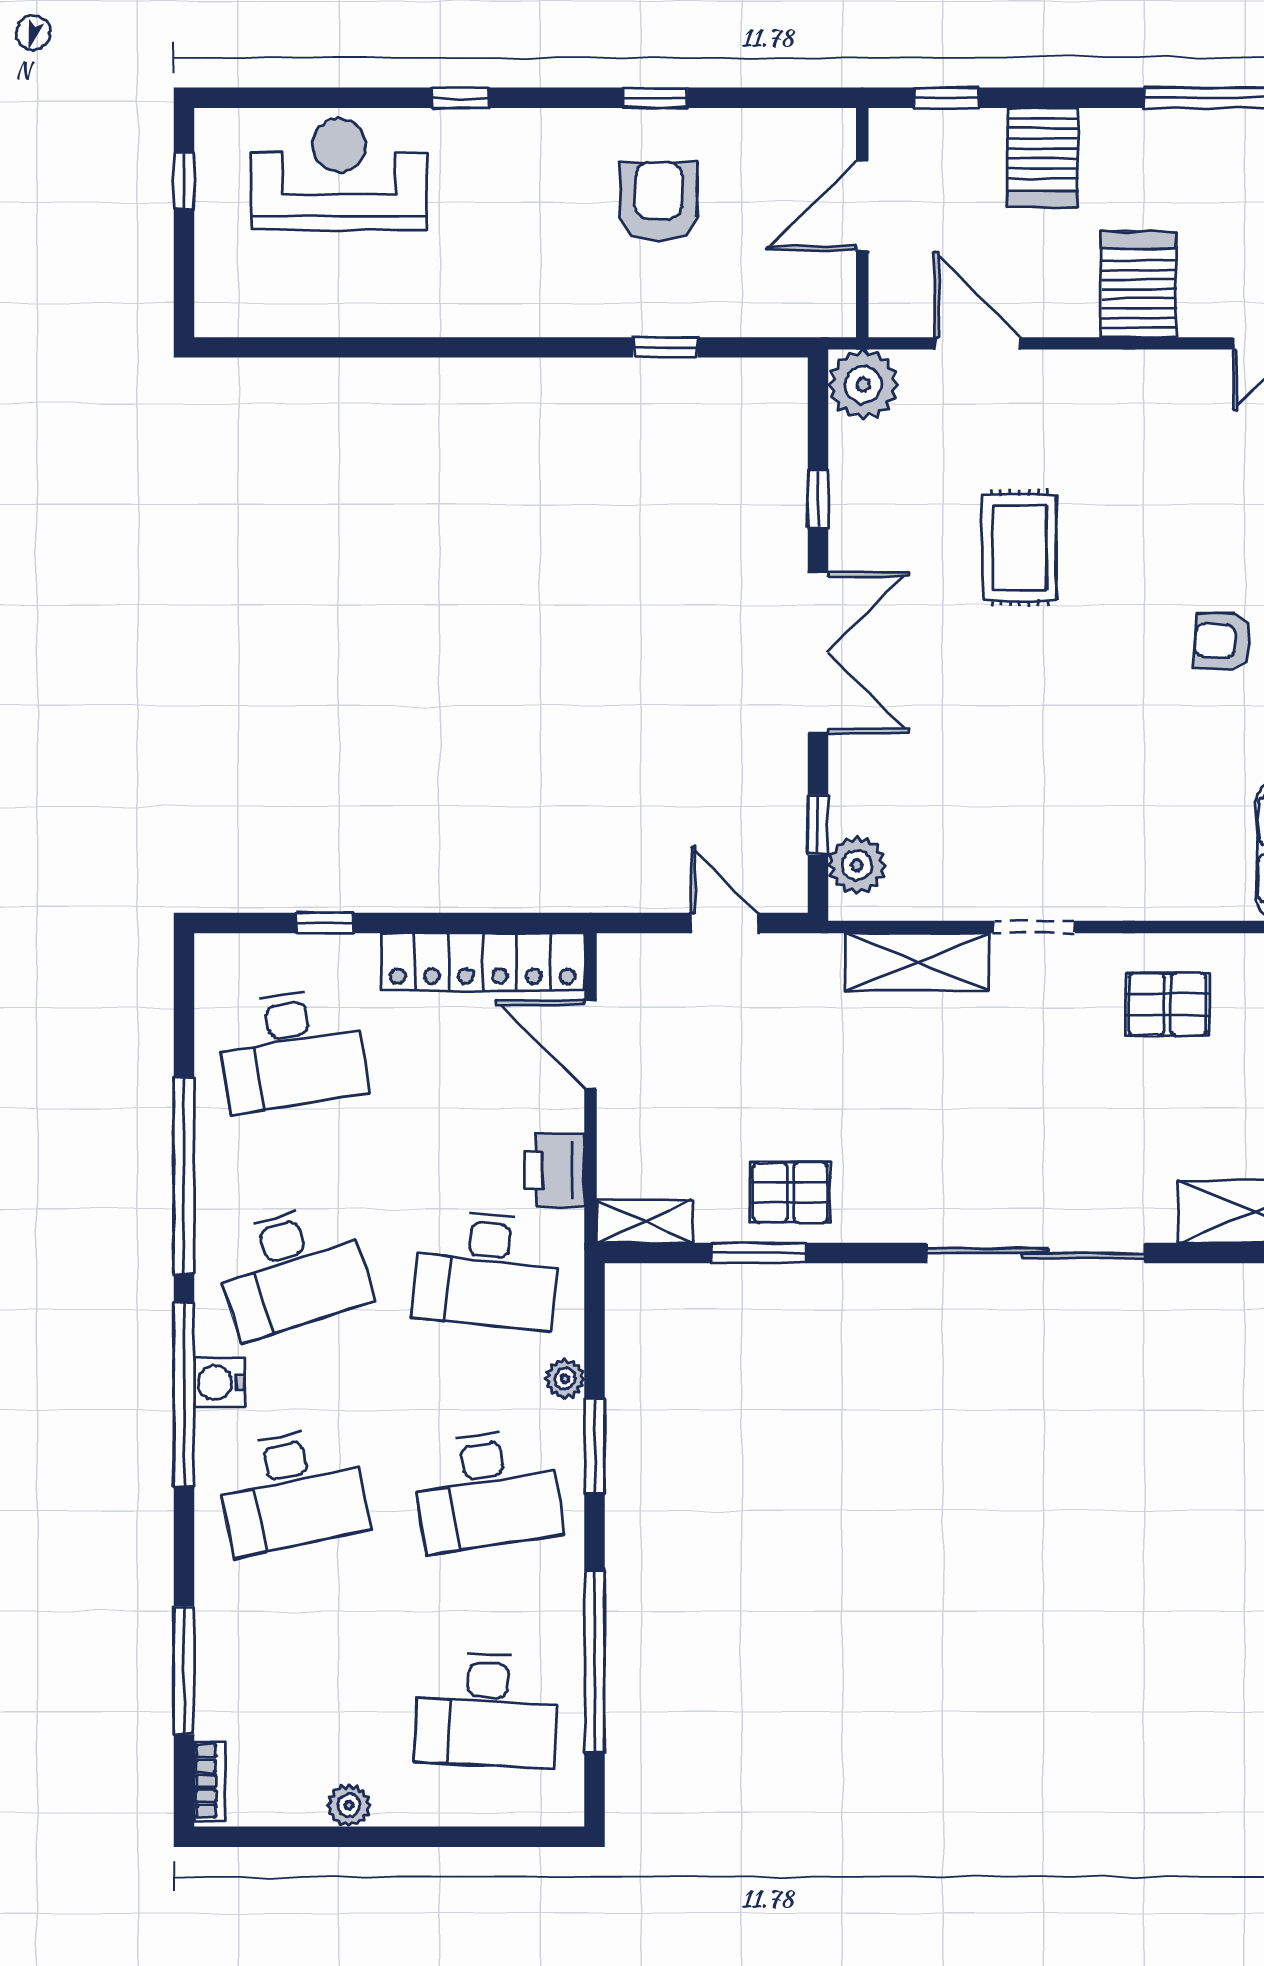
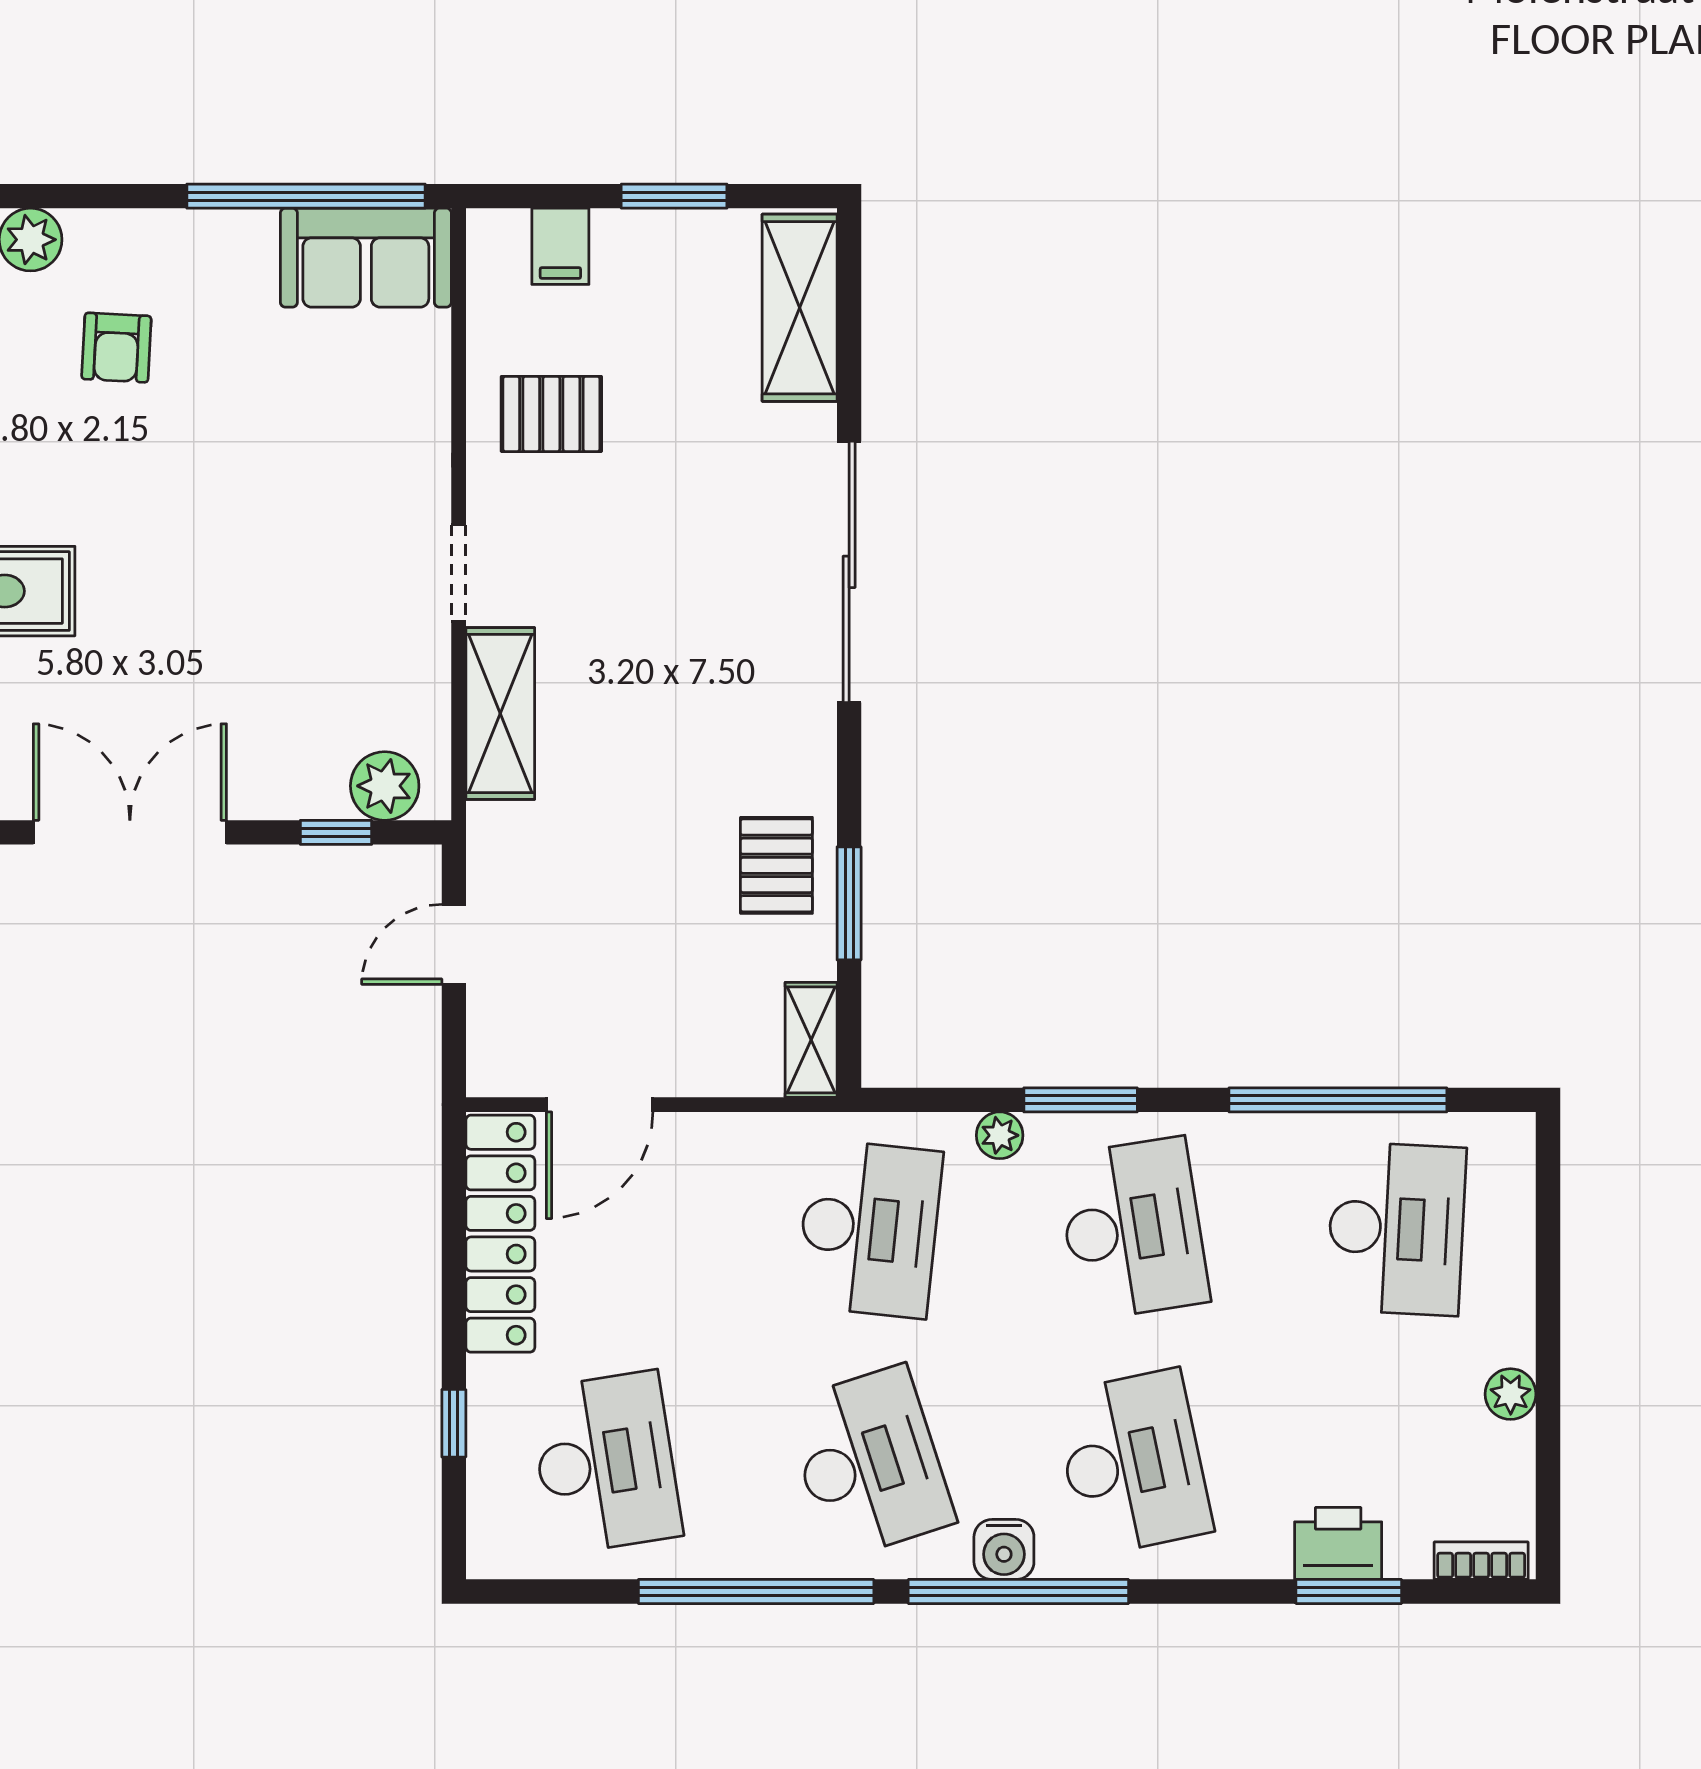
pallet: (1167, 1004) -> (551, 414), turned 90
printer: (554, 1170) -> (1338, 1543), moved, turned 180
window: (184, 1670) -> (1349, 1592), width x0.69

